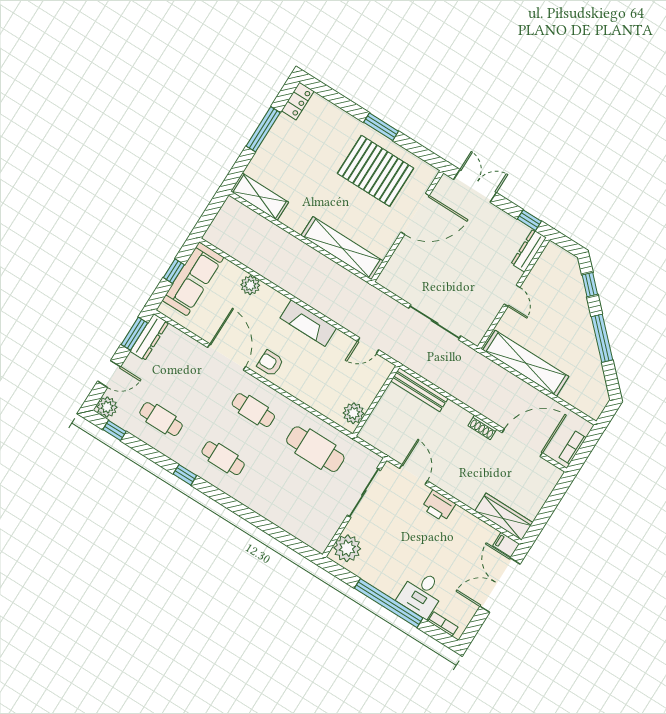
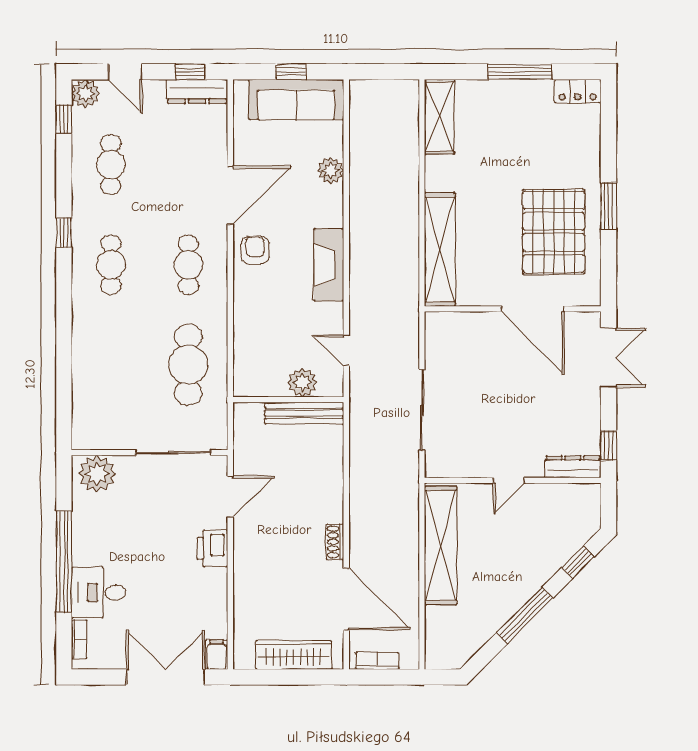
window: (134, 334) -> (190, 72), width x0.67
bench: (419, 390) -> (304, 413), moved, turned 90
plant: (353, 413) -> (302, 383), moved
wardrobe: (504, 517) -> (294, 655), moved, turned -90

